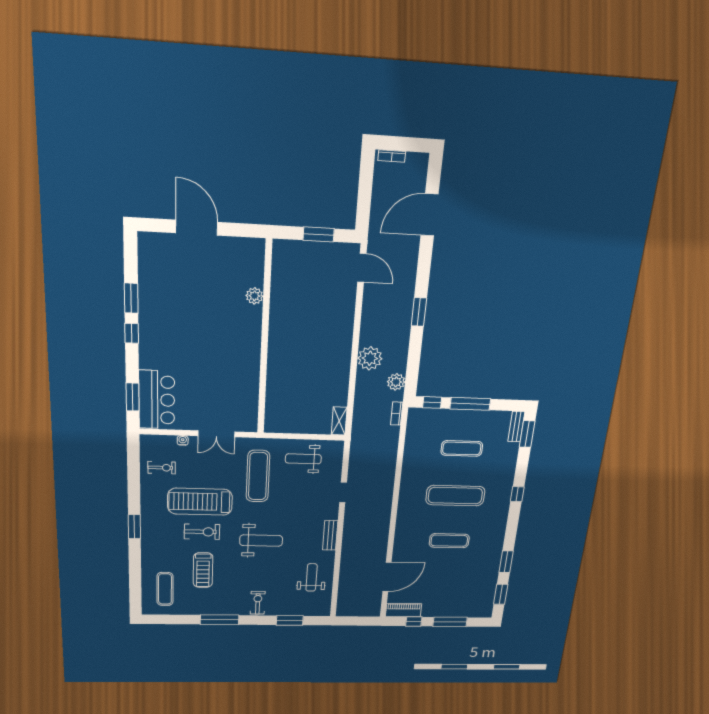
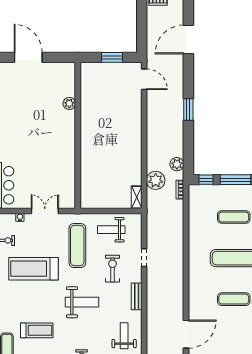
plant: (370, 358) -> (156, 180), moved
double door: (216, 434) -> (45, 211), swing flipped
exercise bike: (202, 532) -> (112, 269), moved, turned -90
treadmill: (203, 570) -> (37, 330), turned -90

